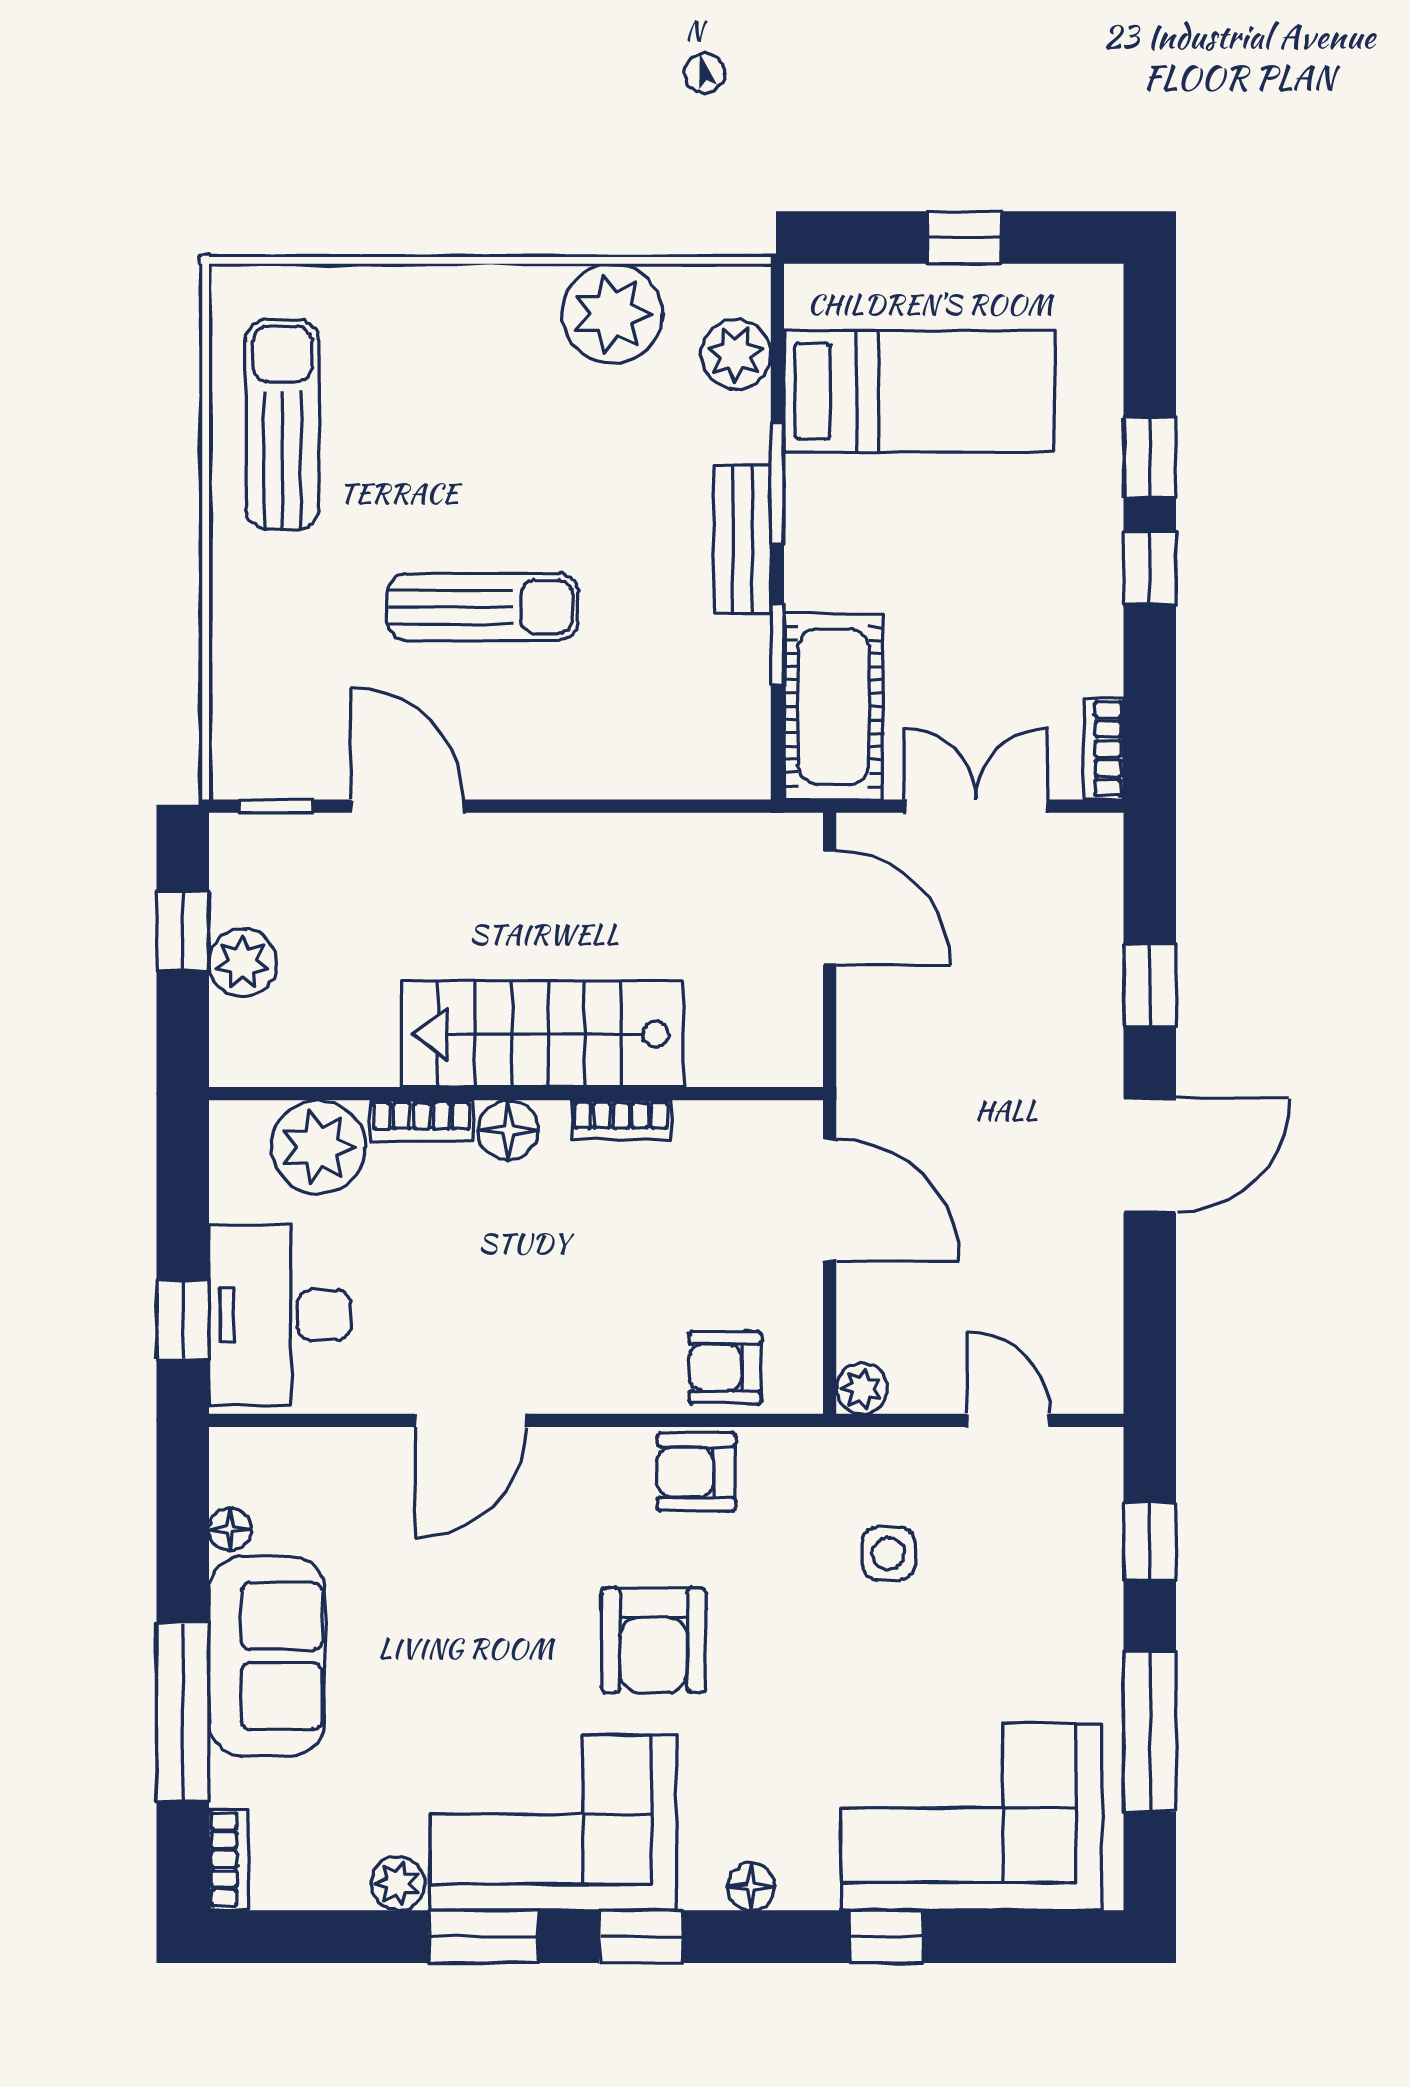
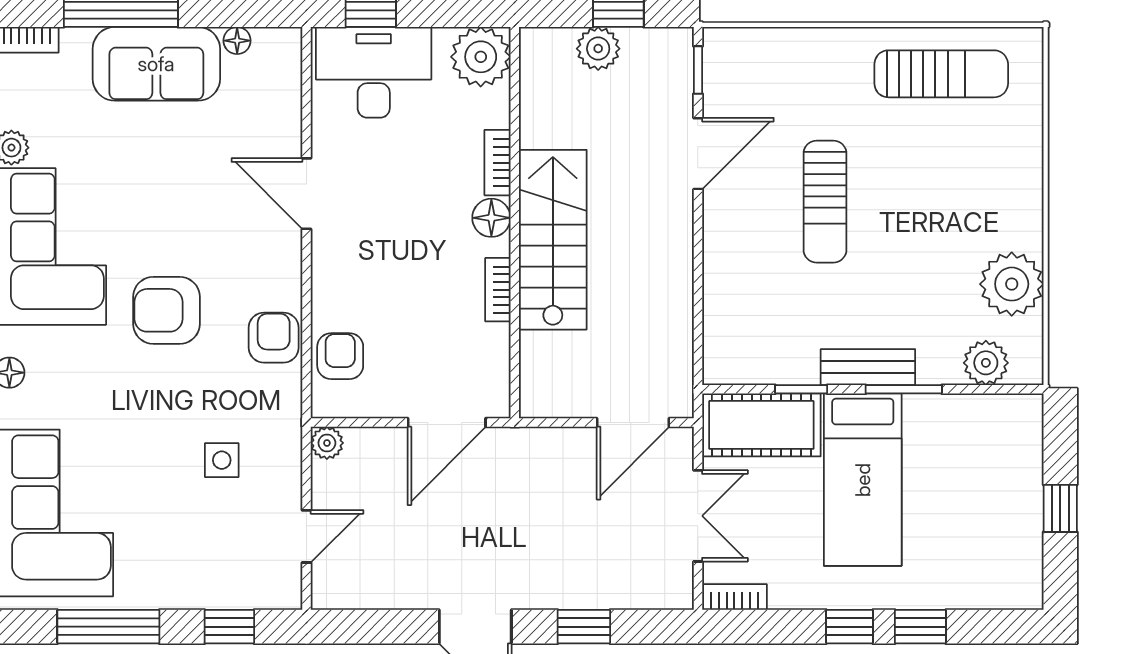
bed: (919, 391) -> (863, 480), moved
plant: (318, 1147) -> (481, 57), moved

